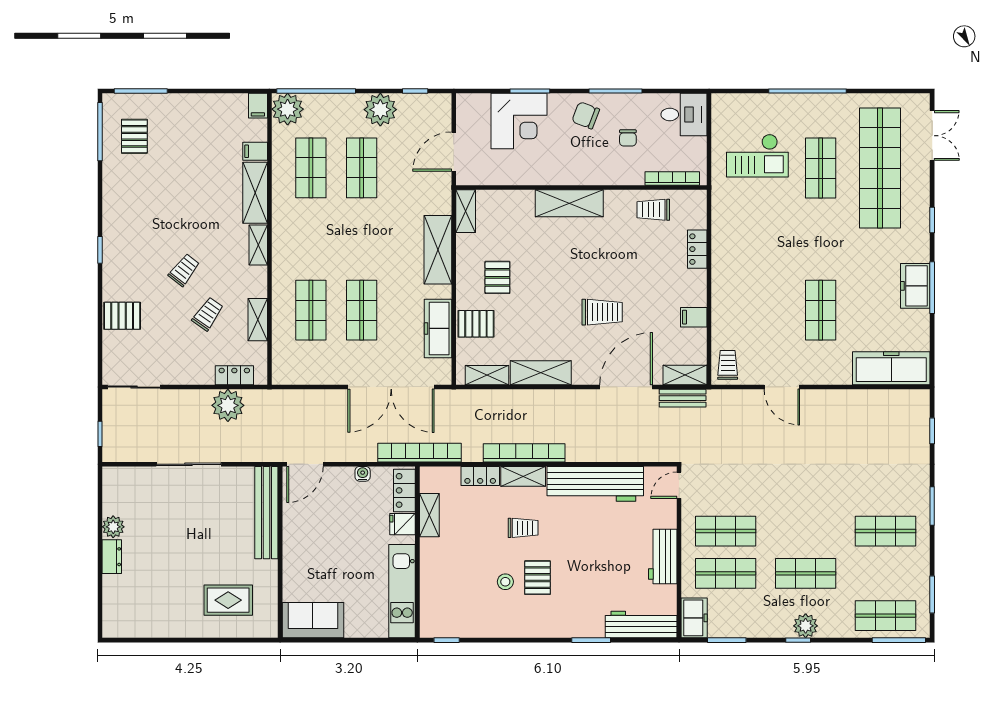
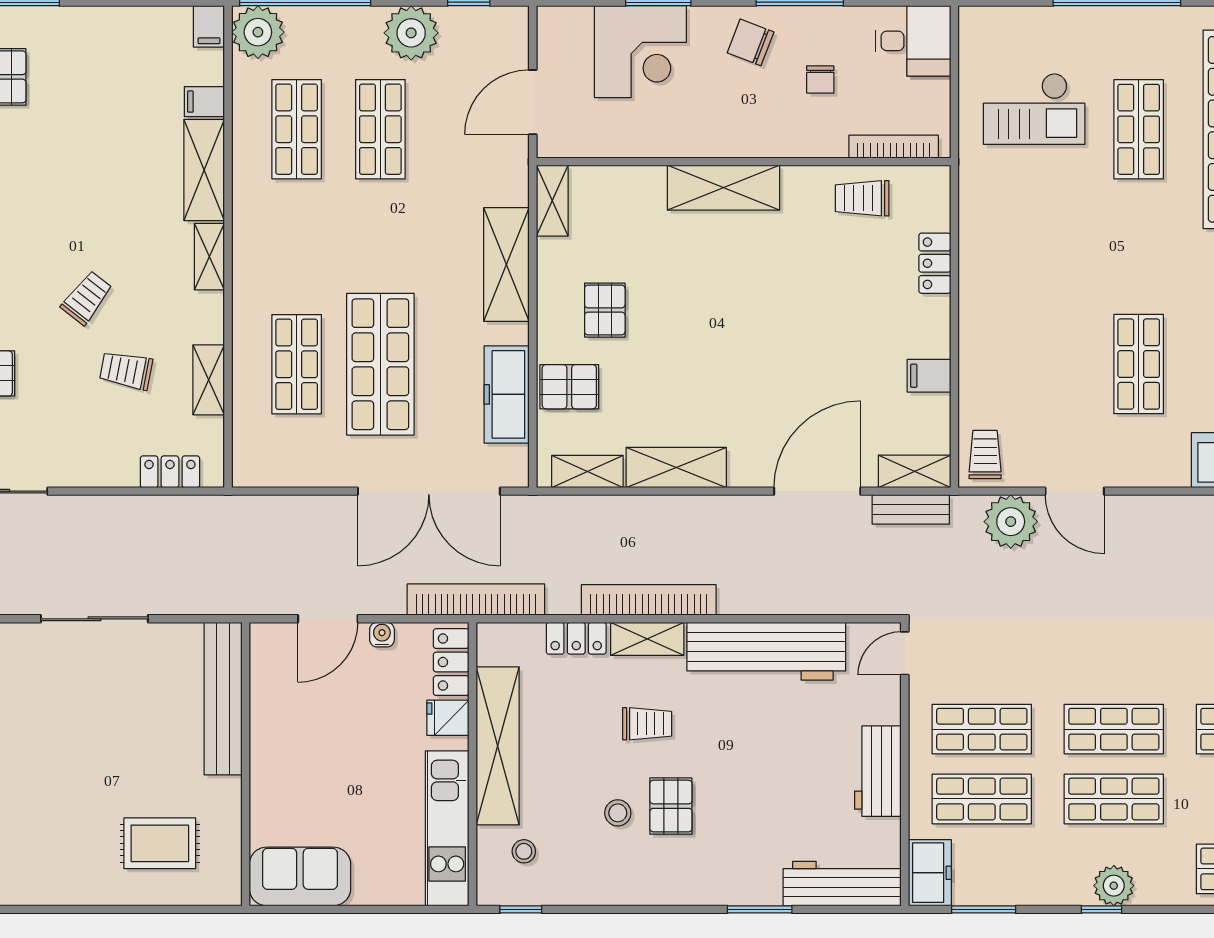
shop shelf: (362, 310) -> (380, 364), width x1.43, depth x1.36
trolley: (602, 312) -> (778, 367), removed
trolley: (208, 314) -> (126, 370), turned -114
plant: (228, 405) -> (1011, 522), moved
door: (305, 464) -> (328, 619), moved
shelving: (429, 515) -> (498, 746), width x2.20, depth x1.33
shop shelf: (806, 531) -> (1114, 729), added
stool: (448, 605) -> (524, 851), added

